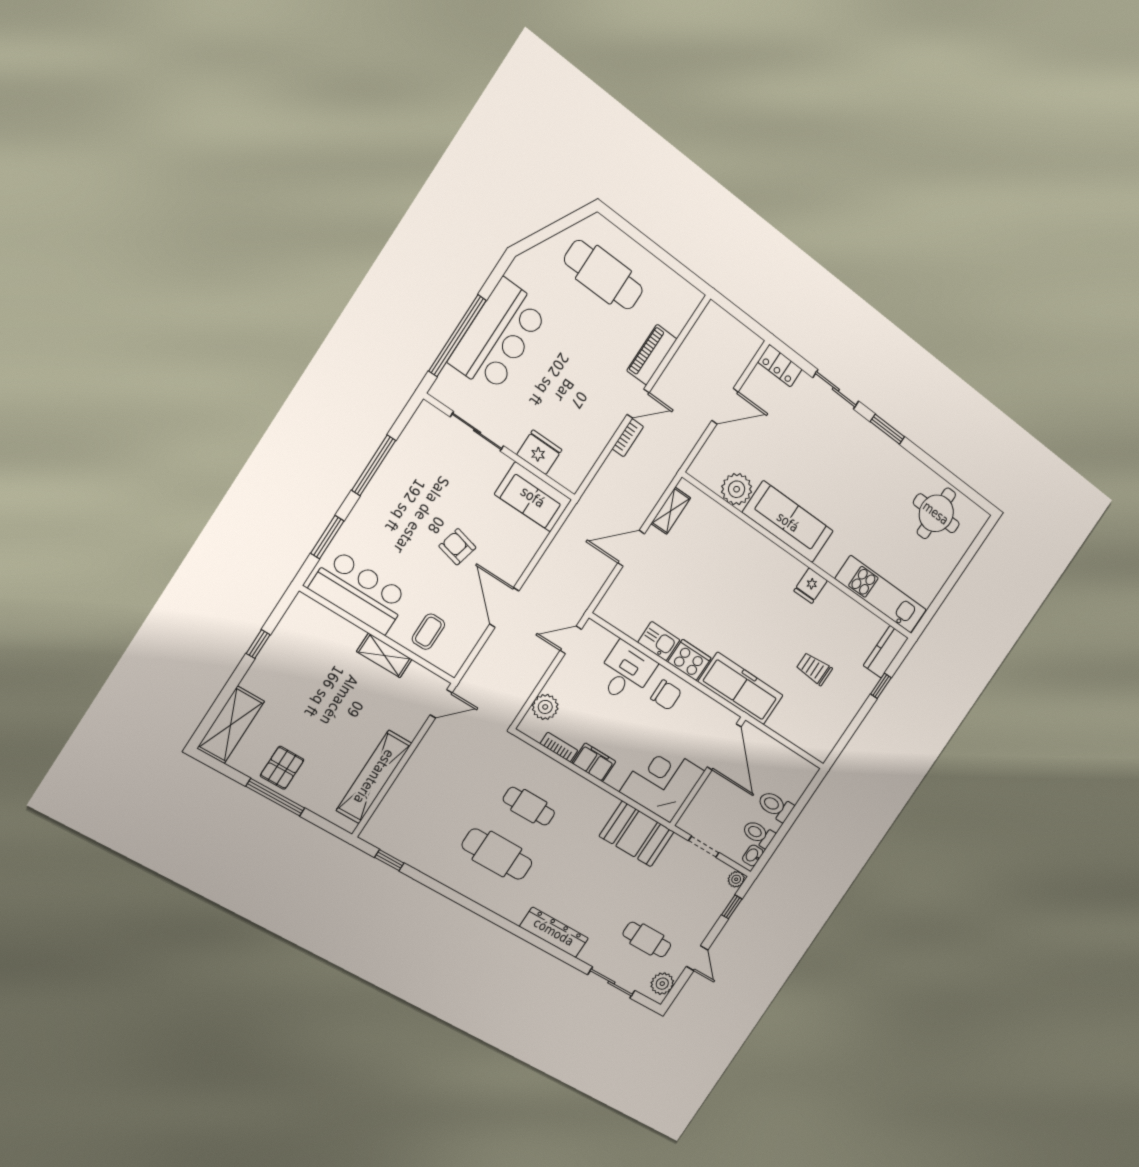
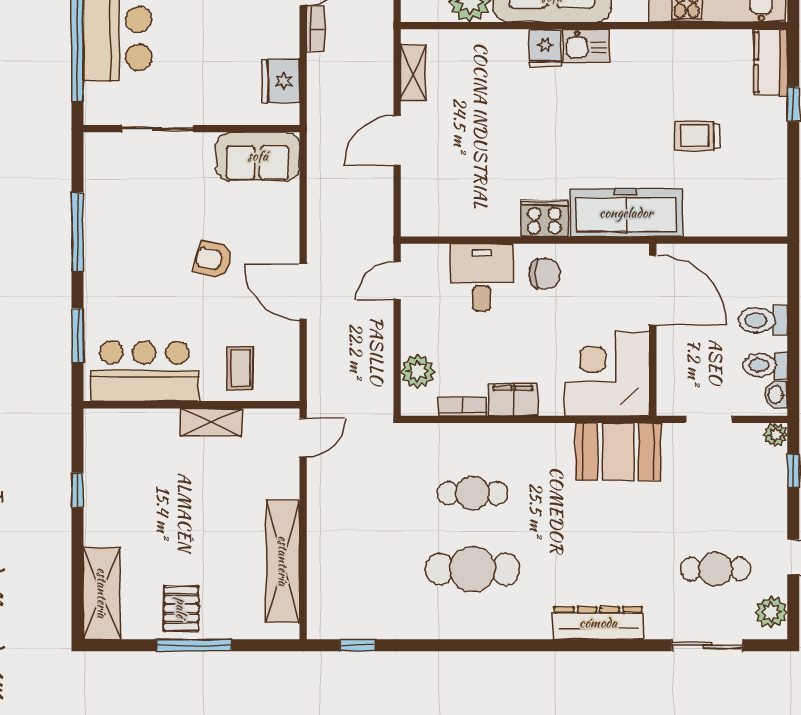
fridge: (539, 452) -> (281, 81), moved, turned -90
fridge: (811, 586) -> (545, 48), moved
kitchen sink: (659, 641) -> (586, 46), moved, turned 180

